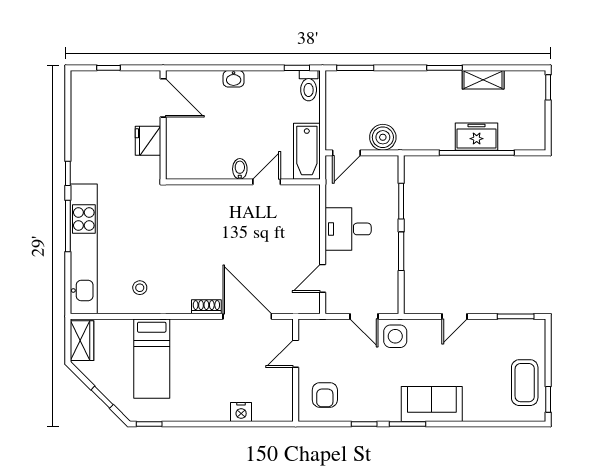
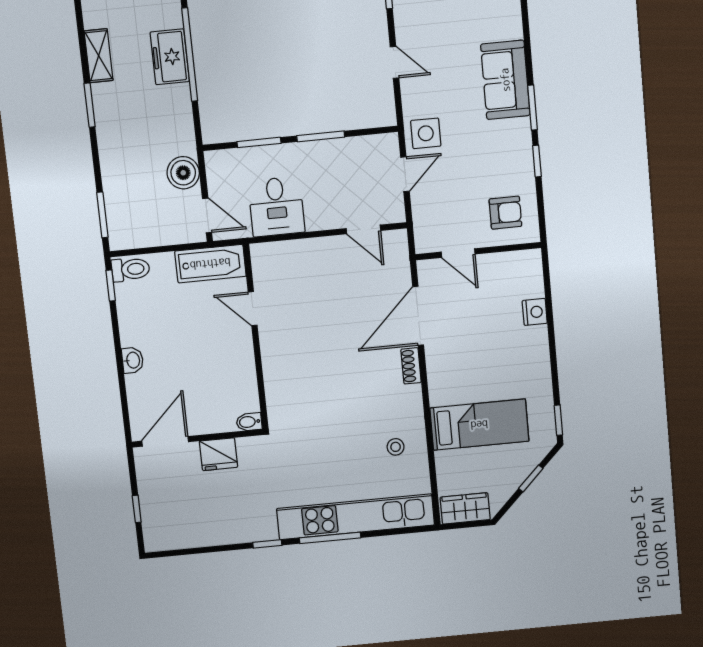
bidet: (240, 169) -> (249, 422), moved
desk: (348, 229) -> (276, 207), moved

